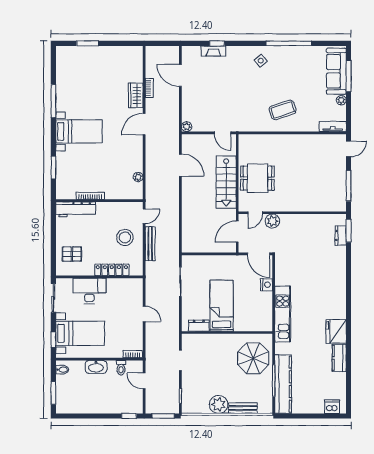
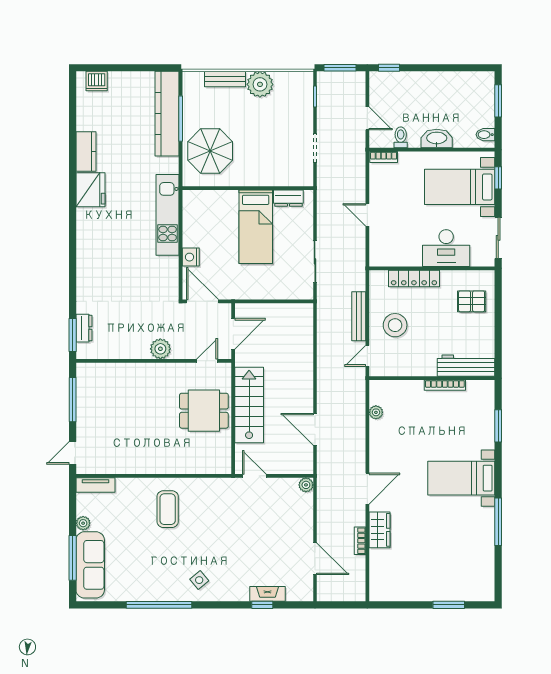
coffee table: (283, 110) -> (168, 509), turned -72
plant: (272, 221) -> (160, 349), moved

